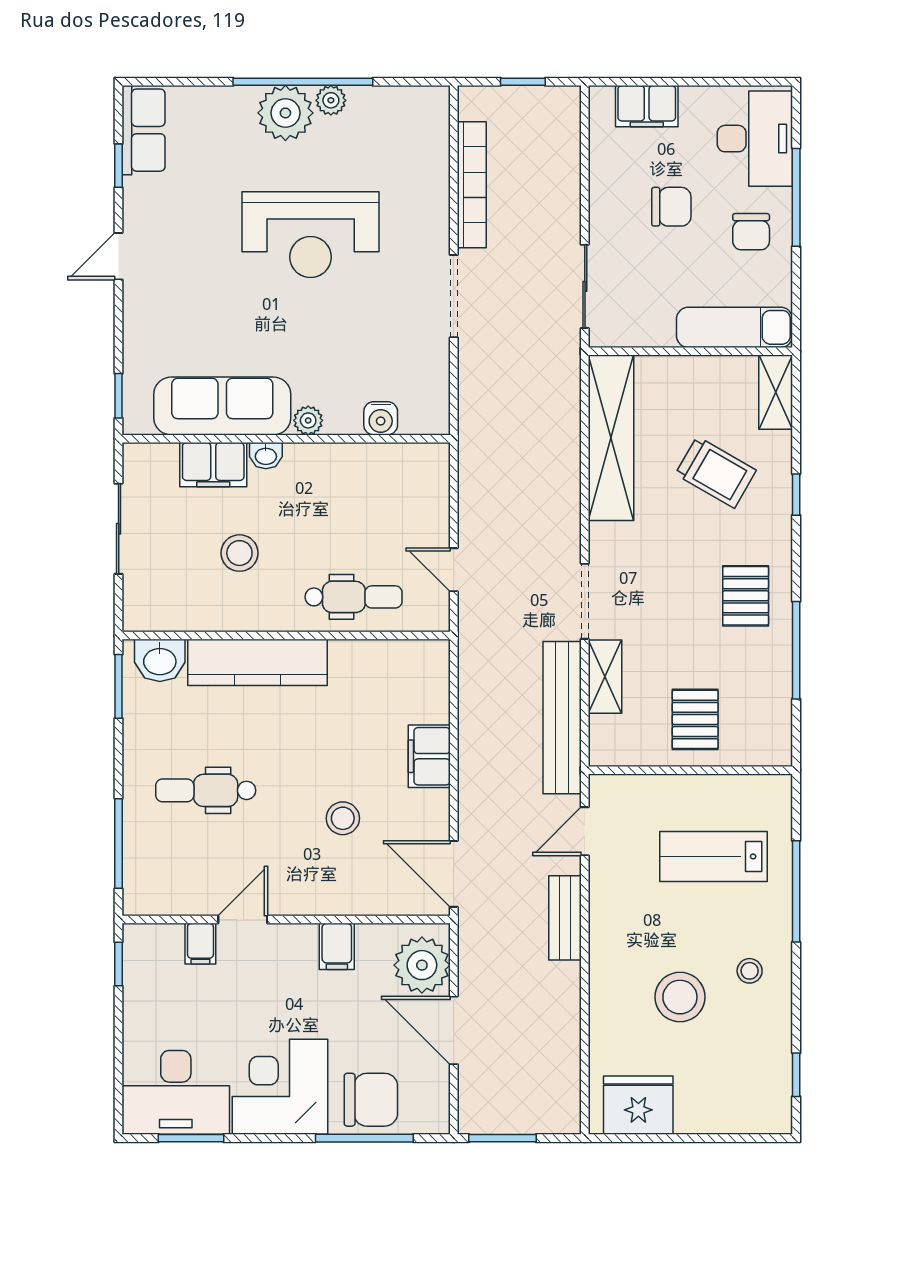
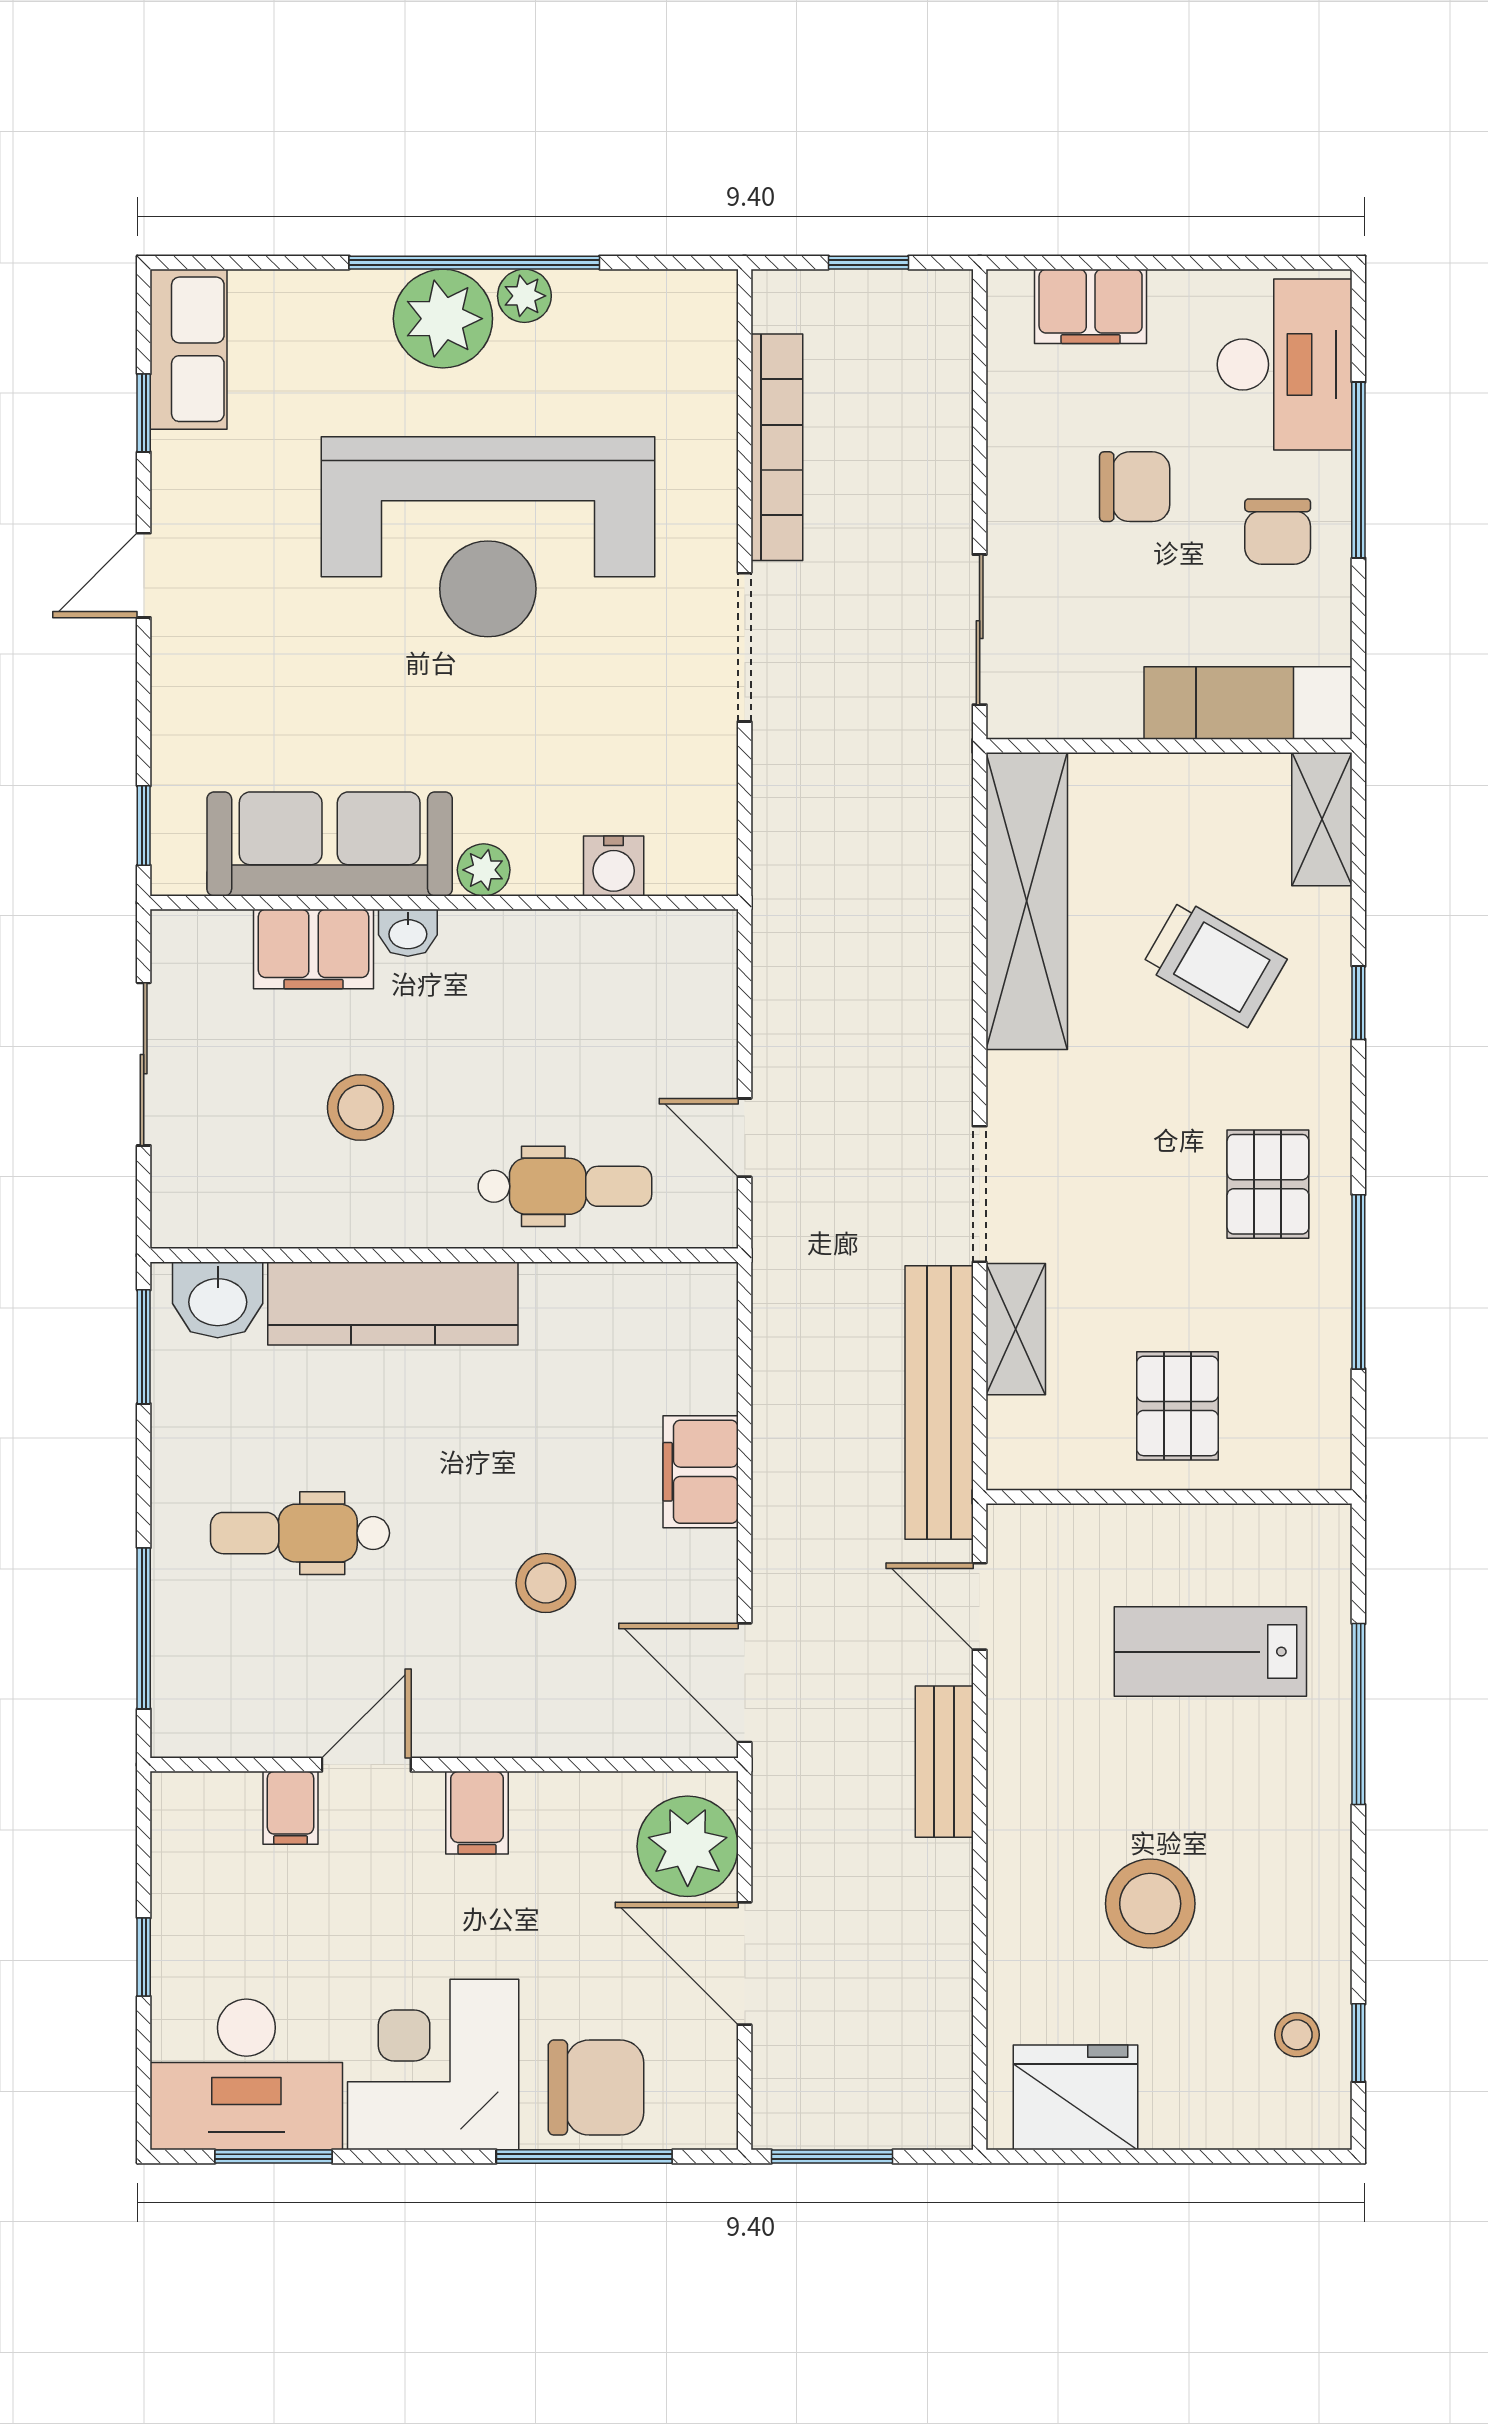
reception desk: (311, 235) -> (488, 537), width x1.36, depth x1.30
door: (585, 831) -> (980, 1606), hinge flipped
filing cabinet: (337, 946) -> (477, 1813), moved
window: (119, 964) -> (144, 1957), moved
stool: (750, 971) -> (1297, 2035), moved

